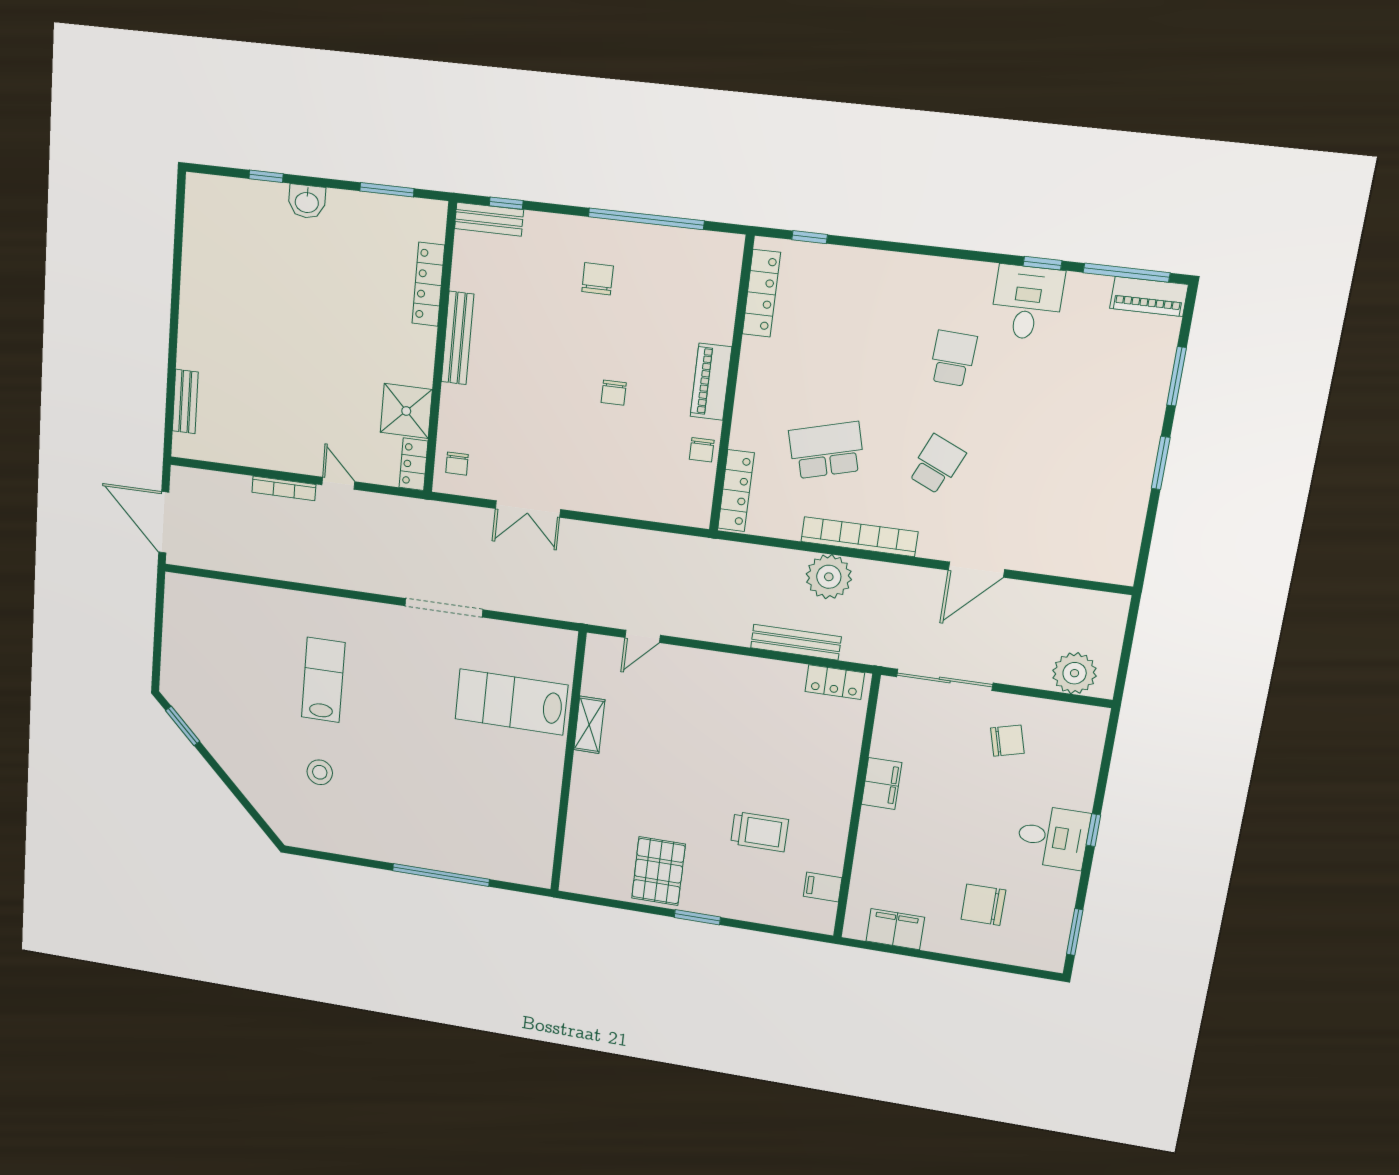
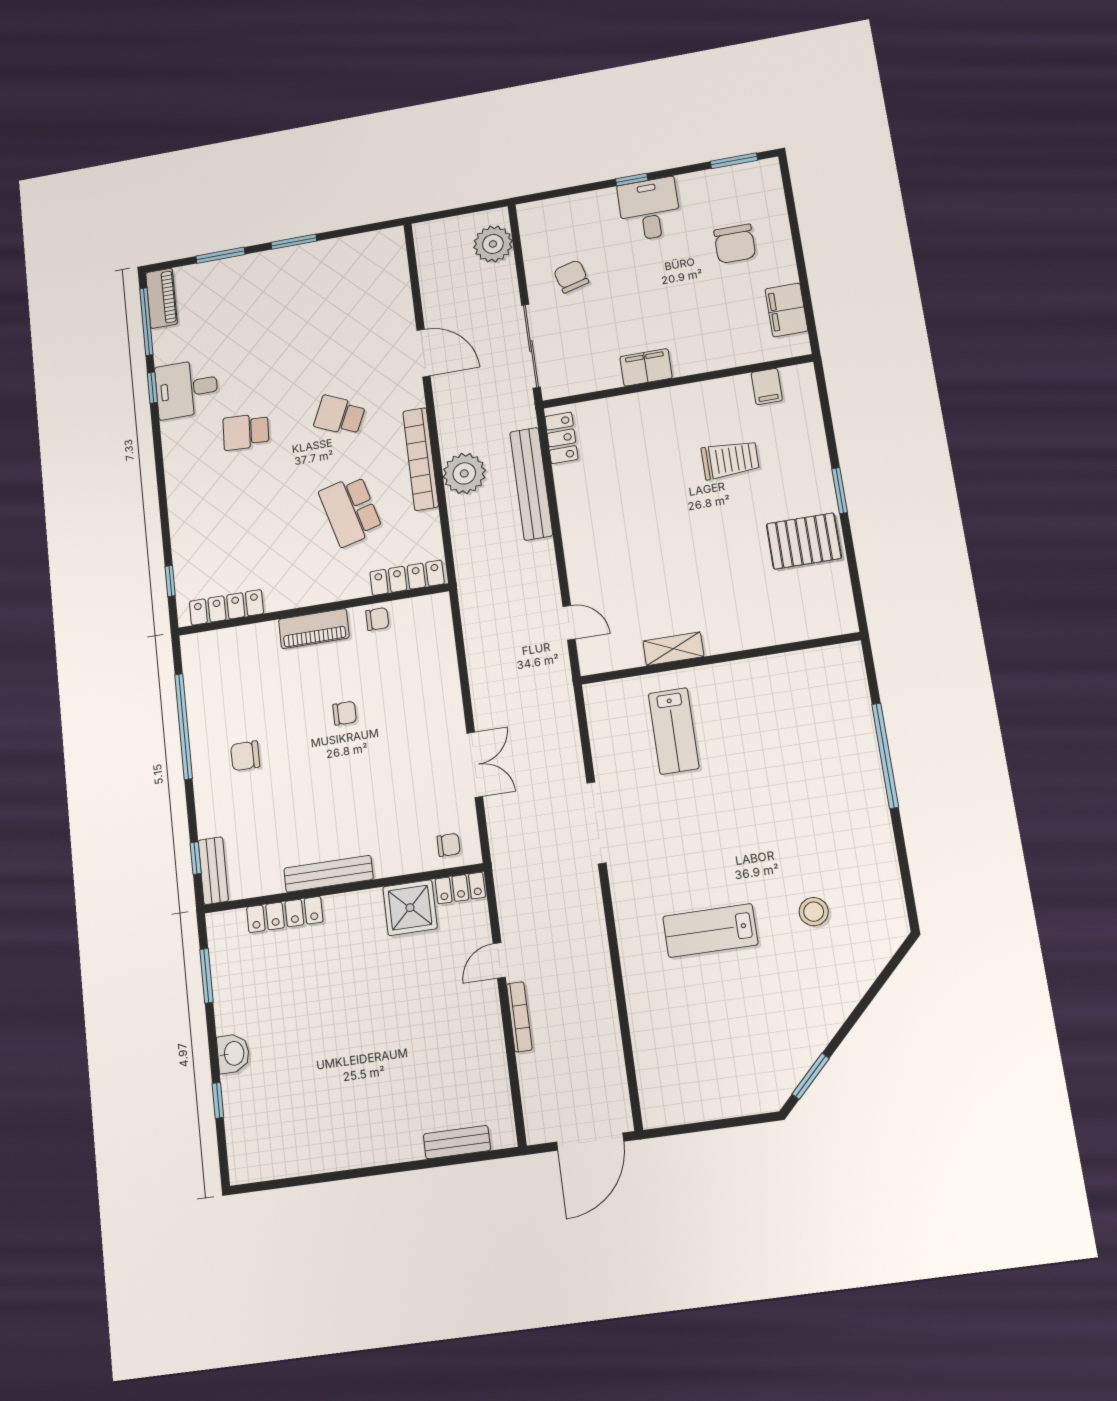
bench: (796, 642) -> (531, 484), width x1.37, depth x1.21
lab bench: (511, 702) -> (674, 731), width x0.73, depth x0.72
trolley: (760, 832) -> (730, 460), turned 90

